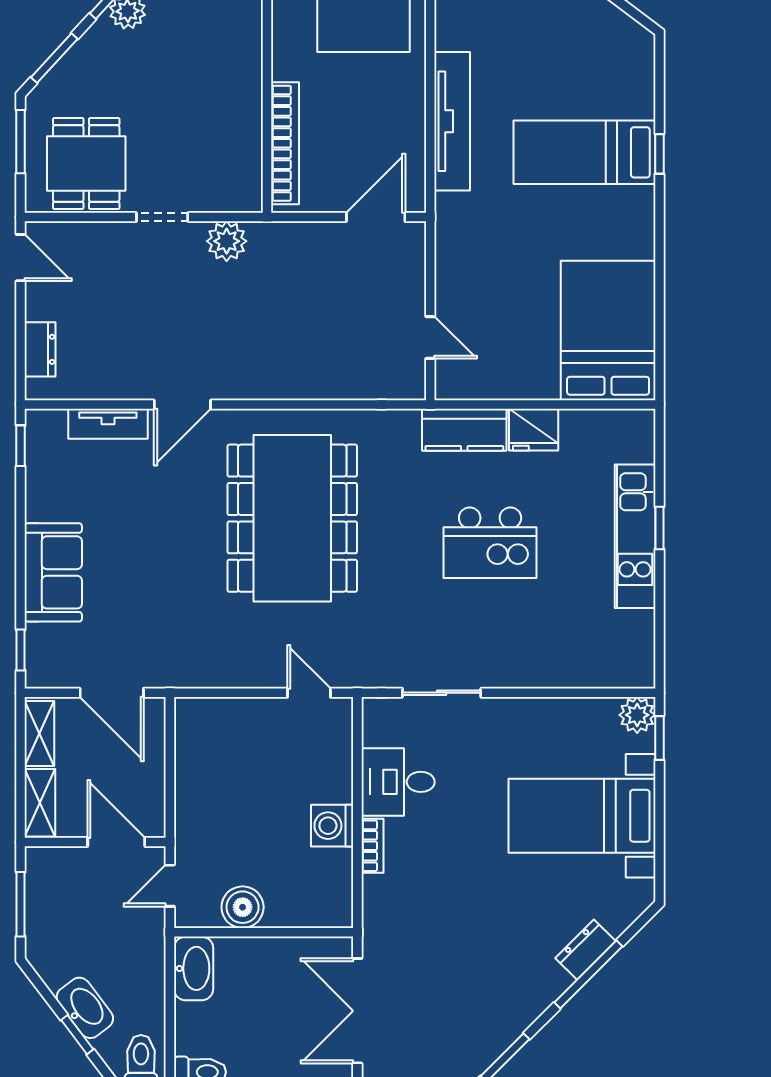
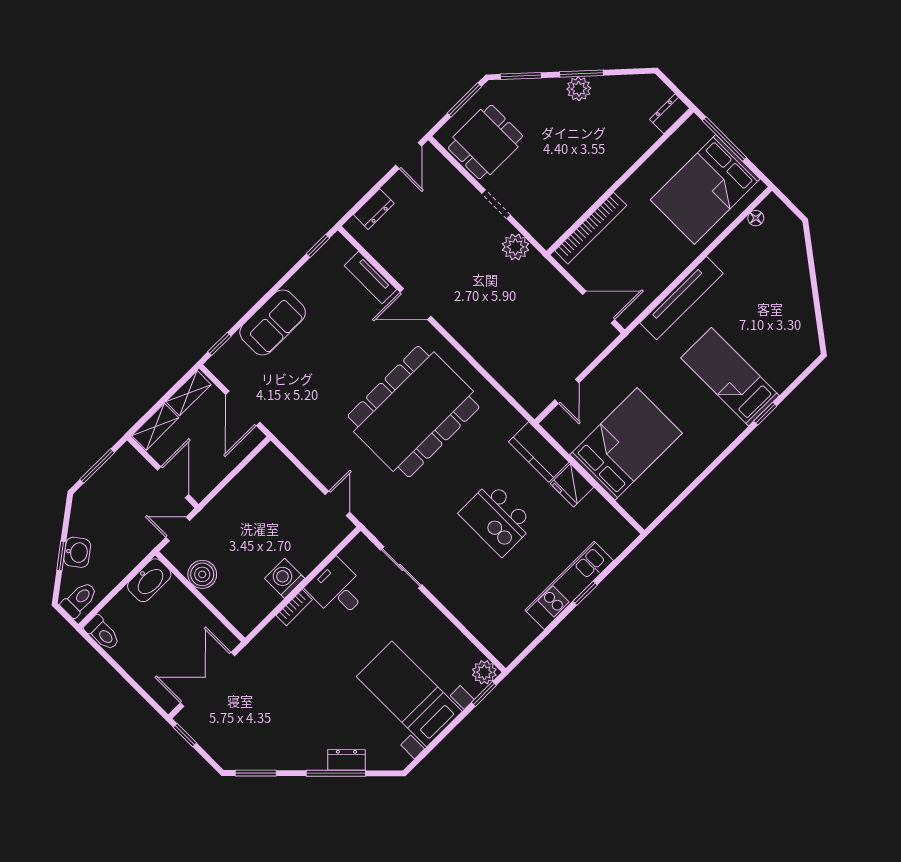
bed: (608, 330) -> (626, 444), moved
washbasin: (85, 1008) -> (77, 552), width x0.72

